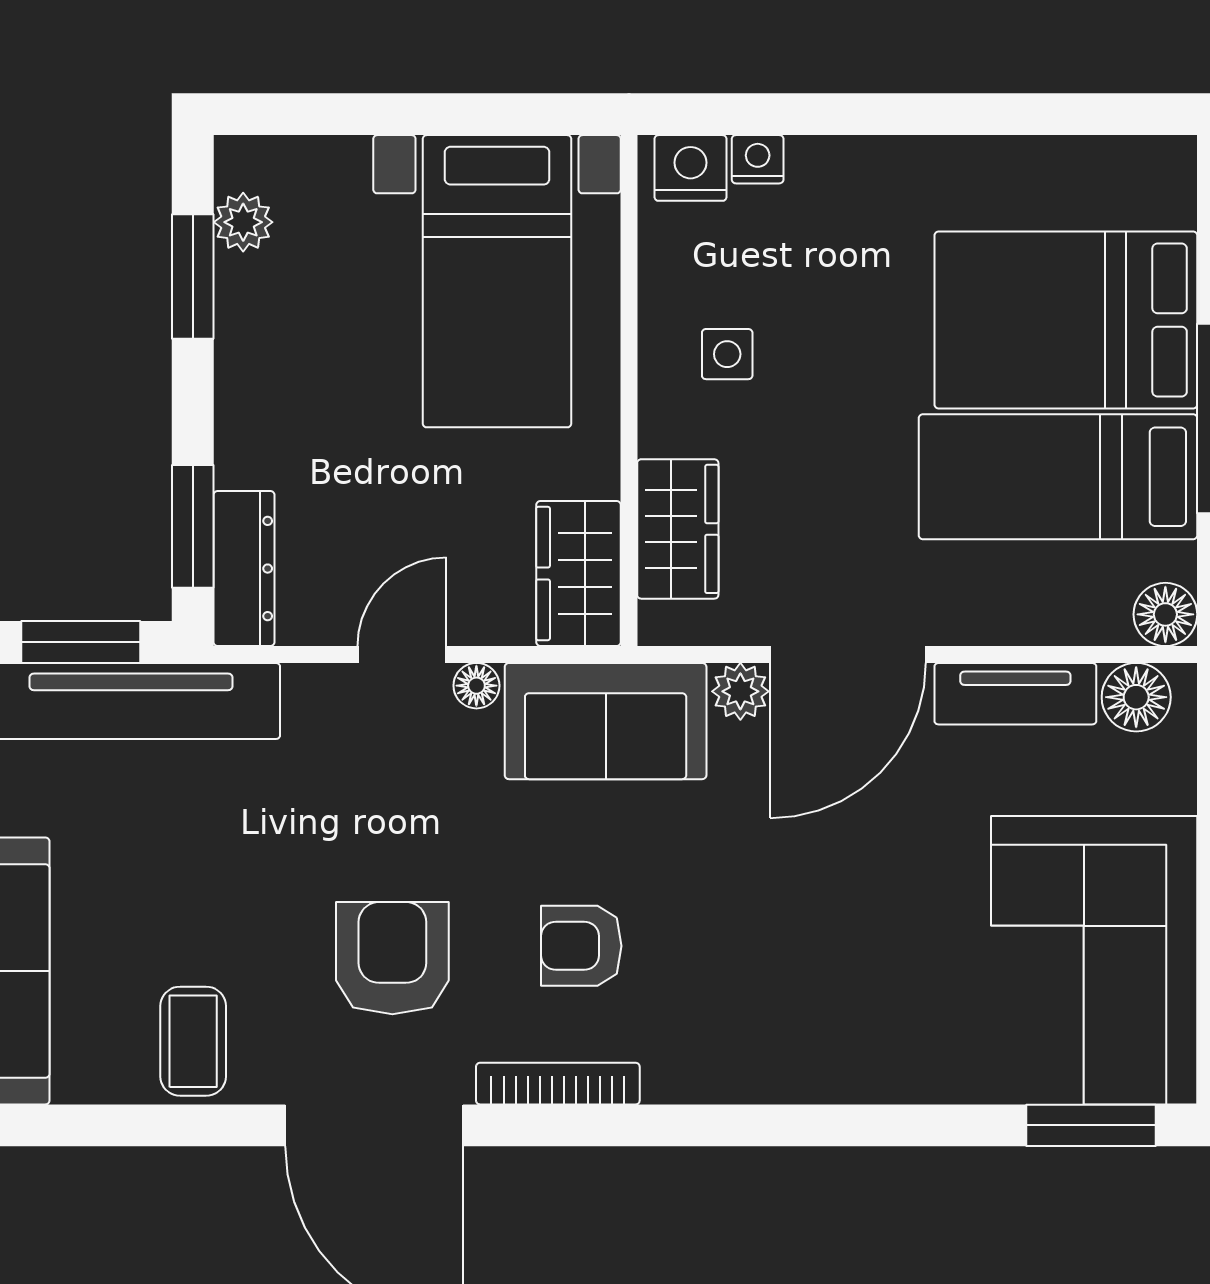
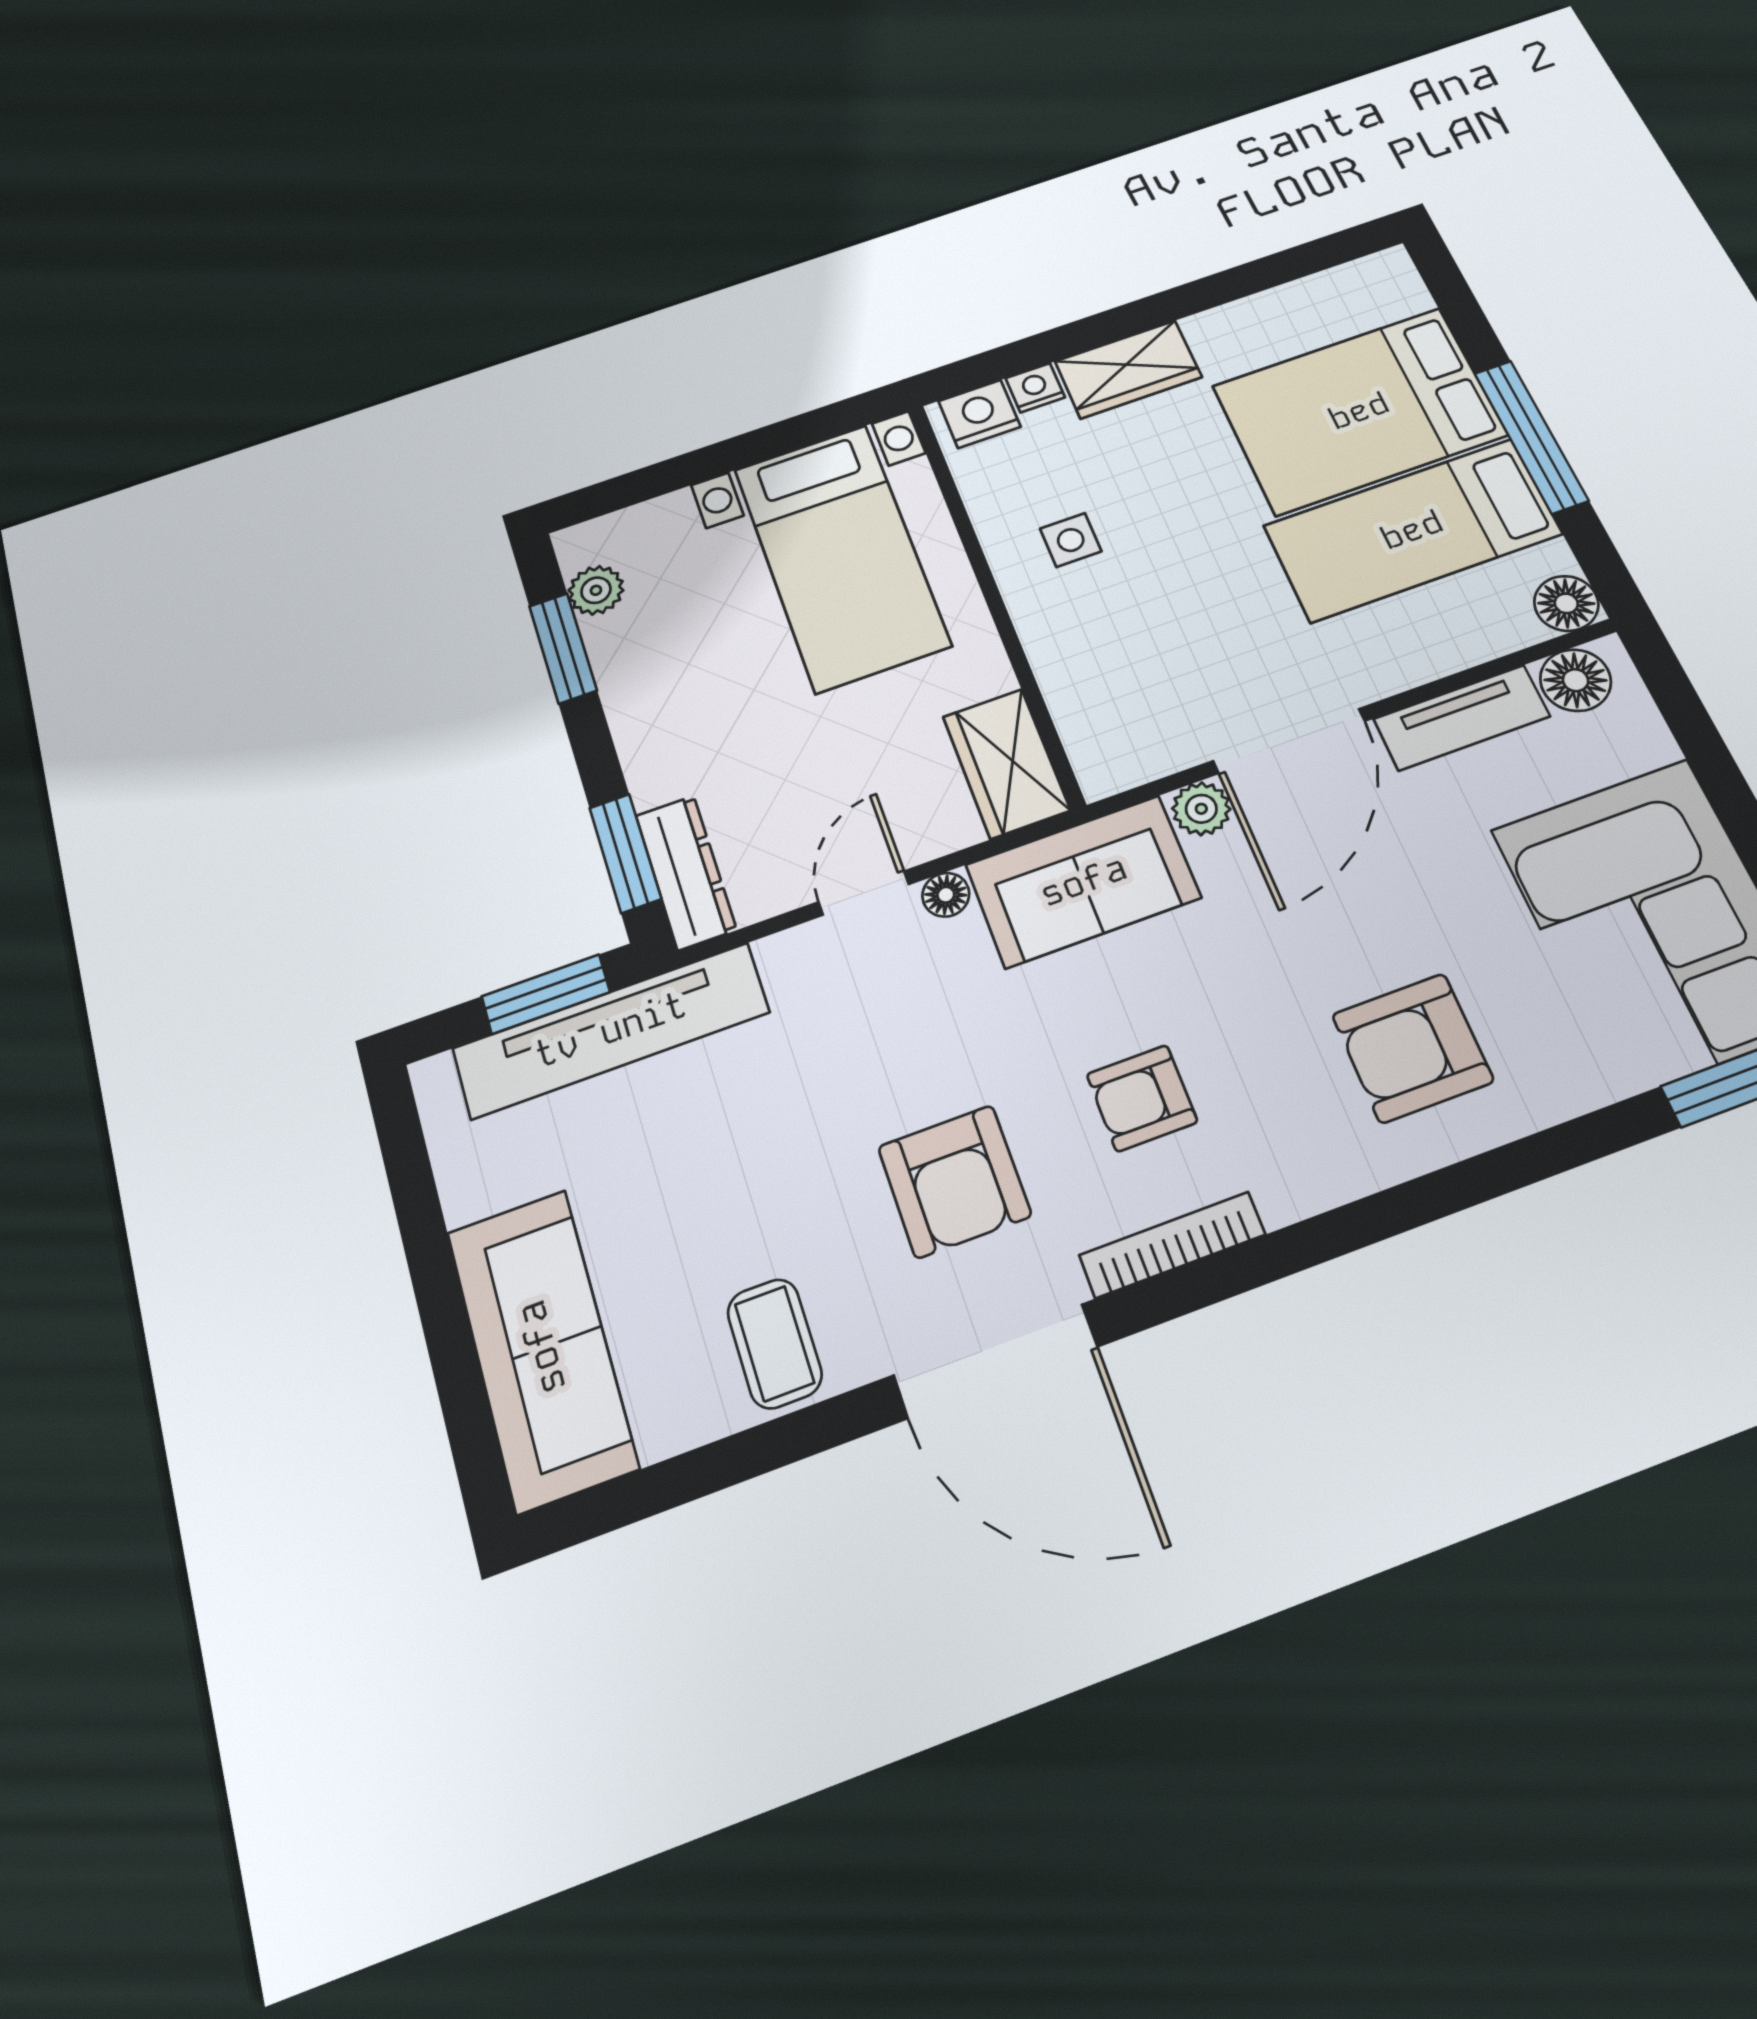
wardrobe: (678, 529) -> (1128, 369), moved, turned 90
armchair: (392, 958) -> (954, 1181), turned 180
armchair: (832, 990) -> (1412, 1048), added

